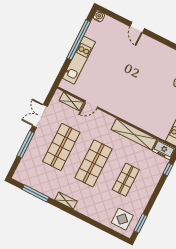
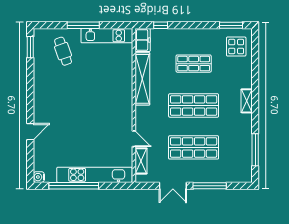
kitchen unit: (79, 60) -> (94, 175), width x1.36
shelving: (66, 201) -> (247, 101), moved

